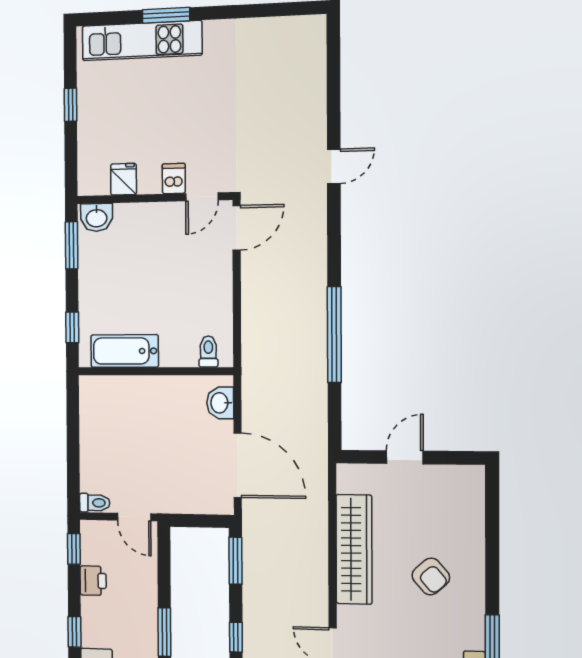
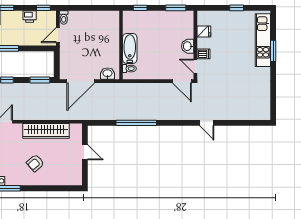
washbasin: (97, 217) -> (188, 46), moved
bathtub: (125, 351) -> (130, 48), moved

